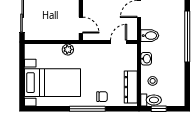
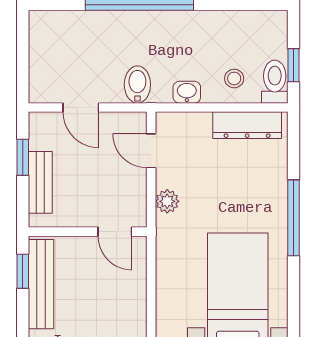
door: (81, 25) -> (115, 232), swing flipped
plant: (68, 50) -> (167, 201), moved
chair: (102, 97) -> (268, 186), removed

